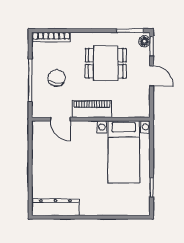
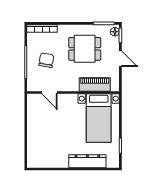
piano: (92, 109) -> (95, 84), moved
dresser: (55, 207) -> (87, 161), moved

